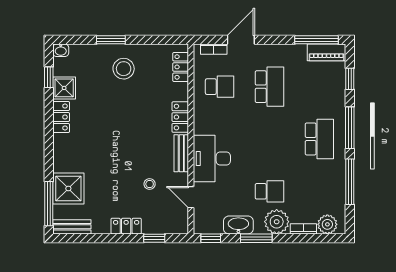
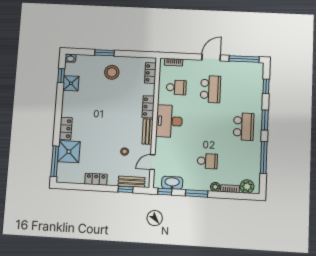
door: (241, 40) -> (211, 58), moved
piano: (326, 52) -> (251, 68), removed
locker: (61, 117) -> (66, 129), moved
window: (350, 128) -> (265, 120), width x0.69
desk: (212, 158) -> (169, 121), moved
door: (191, 197) -> (153, 162), hinge flipped
plant: (277, 222) -> (215, 187), width x0.53, depth x0.53
washbasin: (238, 225) -> (172, 183), moved
locker: (126, 226) -> (96, 179), moved
bench: (72, 227) -> (132, 182), moved

